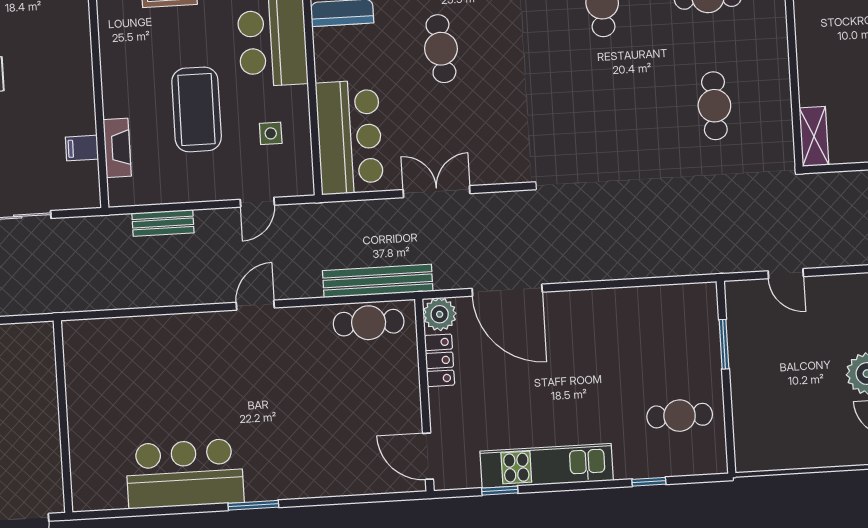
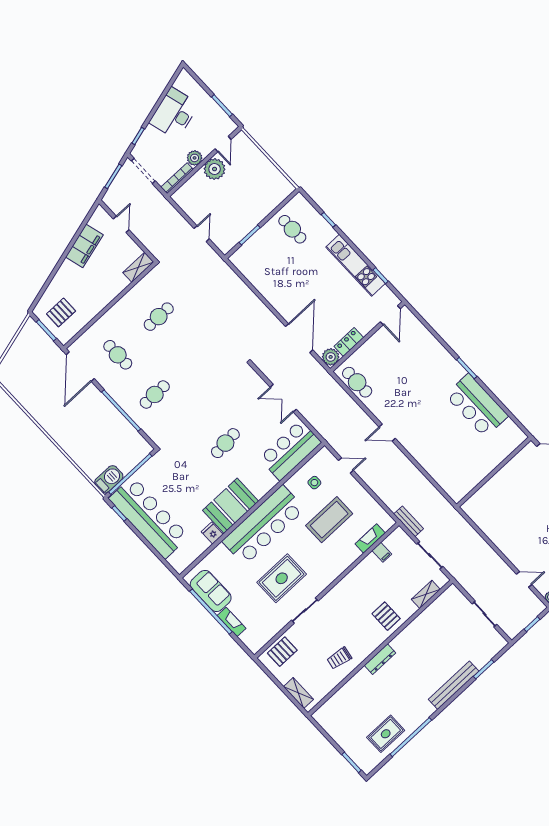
bench: (163, 223) -> (409, 521), moved
bench: (378, 281) -> (338, 392), removed

